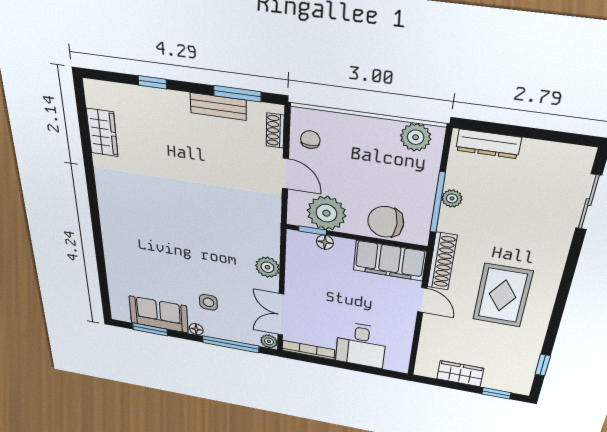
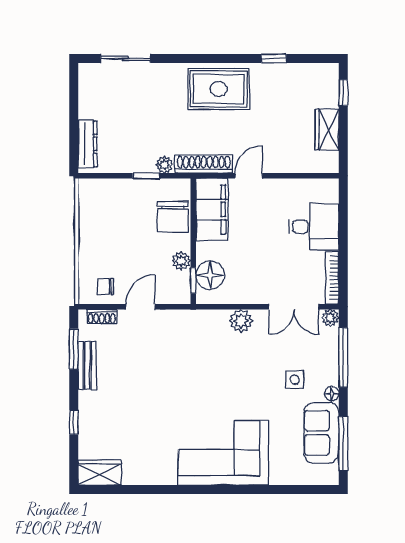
wardrobe: (102, 133) -> (100, 473), moved
plant: (416, 137) -> (90, 201), removed
plant: (452, 198) -> (164, 165), moved
window: (438, 202) -> (146, 176), width x0.46
plant: (326, 213) -> (181, 261), width x0.53, depth x0.53
corner sofa: (132, 229) -> (223, 453), added
floor lamp: (325, 242) -> (210, 275), width x1.89, depth x1.89
rug: (502, 295) -> (219, 89), moved
window: (150, 329) -> (343, 444), width x1.44
window: (543, 365) -> (274, 58), moved

